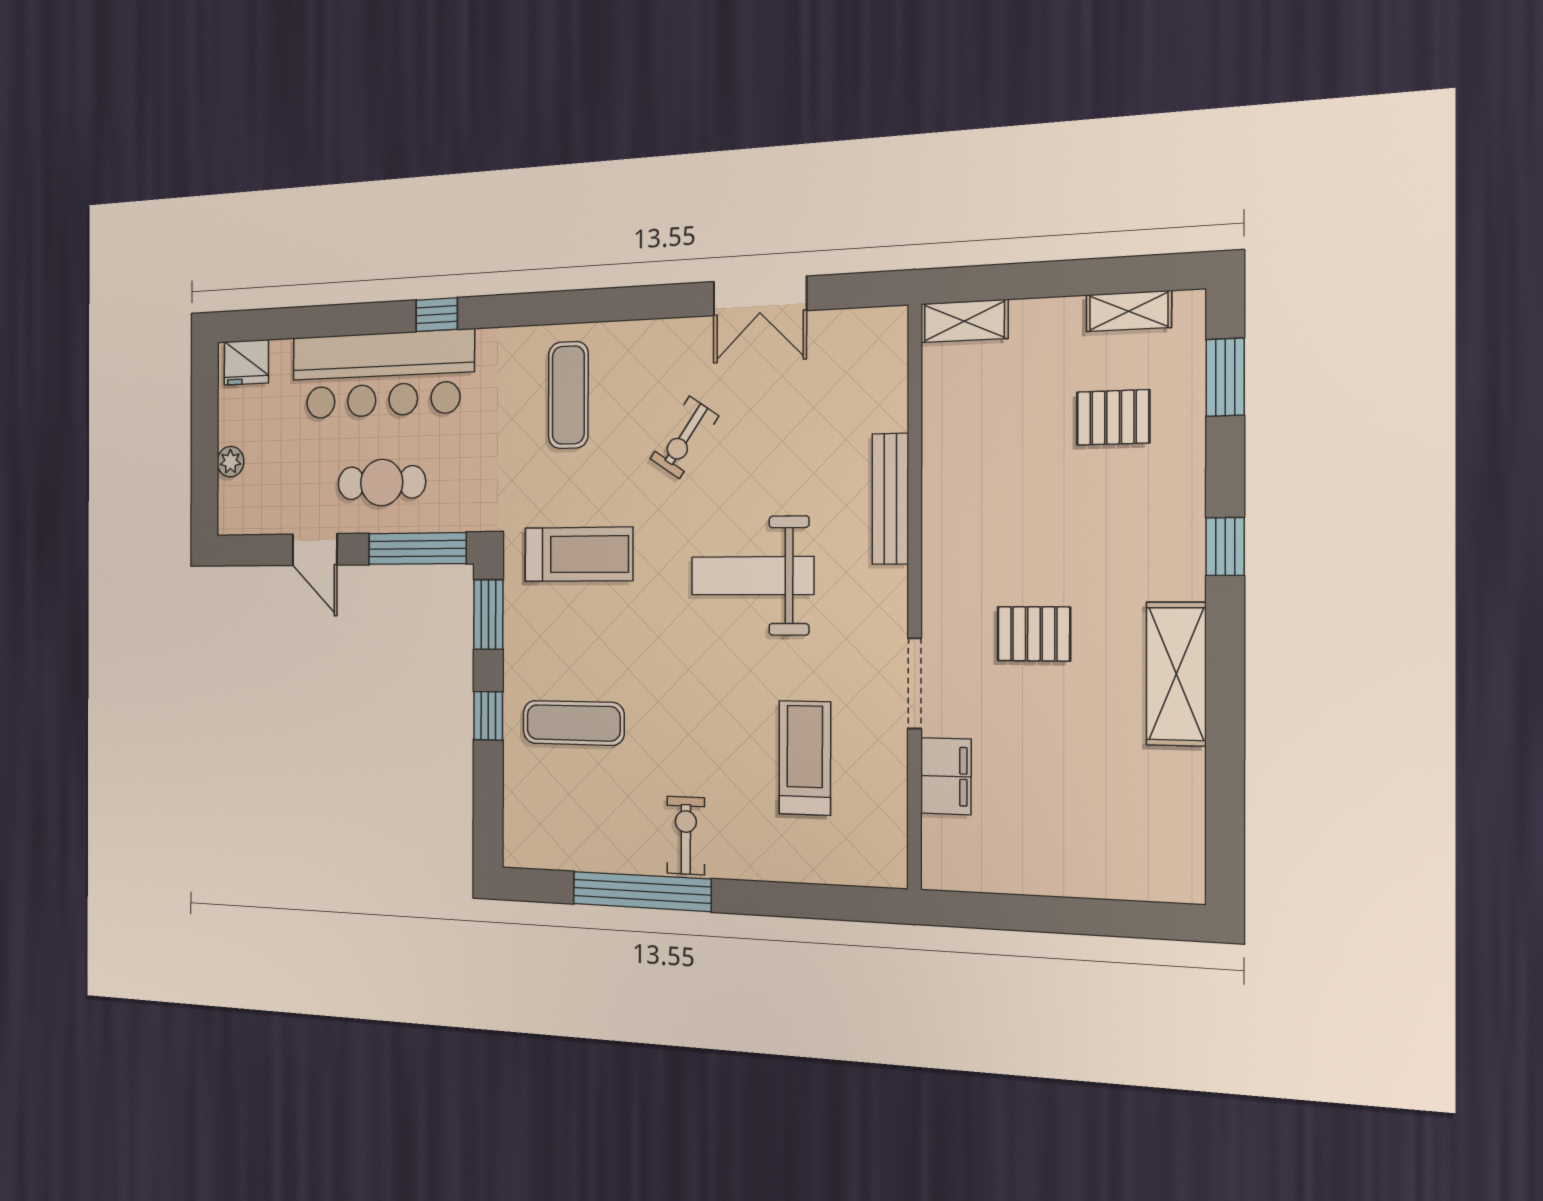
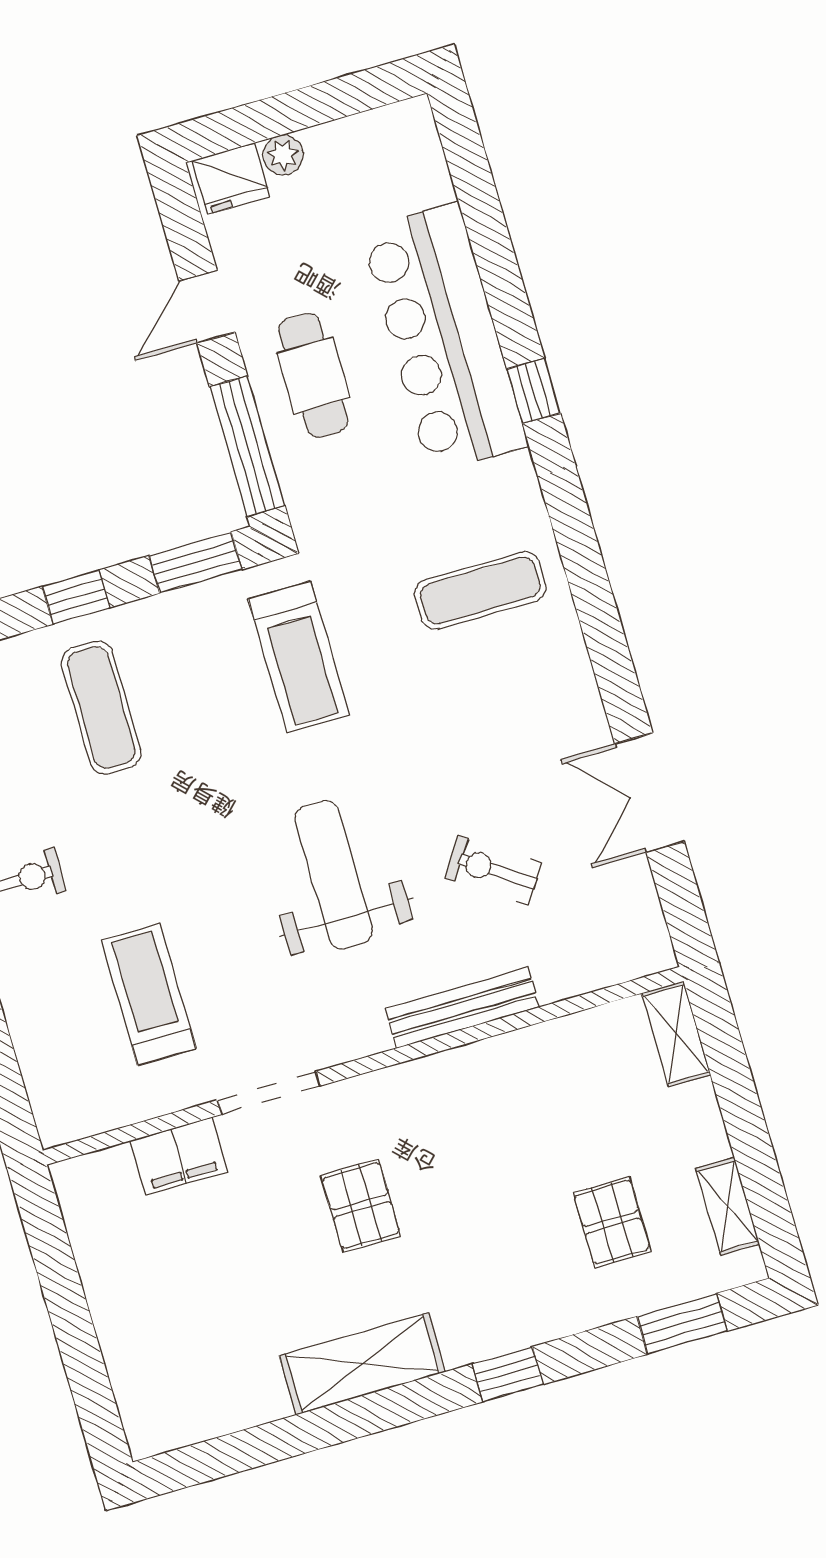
fridge: (246, 362) -> (231, 178), moved, turned -90
exercise bike: (684, 437) -> (493, 870), moved
treadmill: (805, 758) -> (149, 994), turned -90

